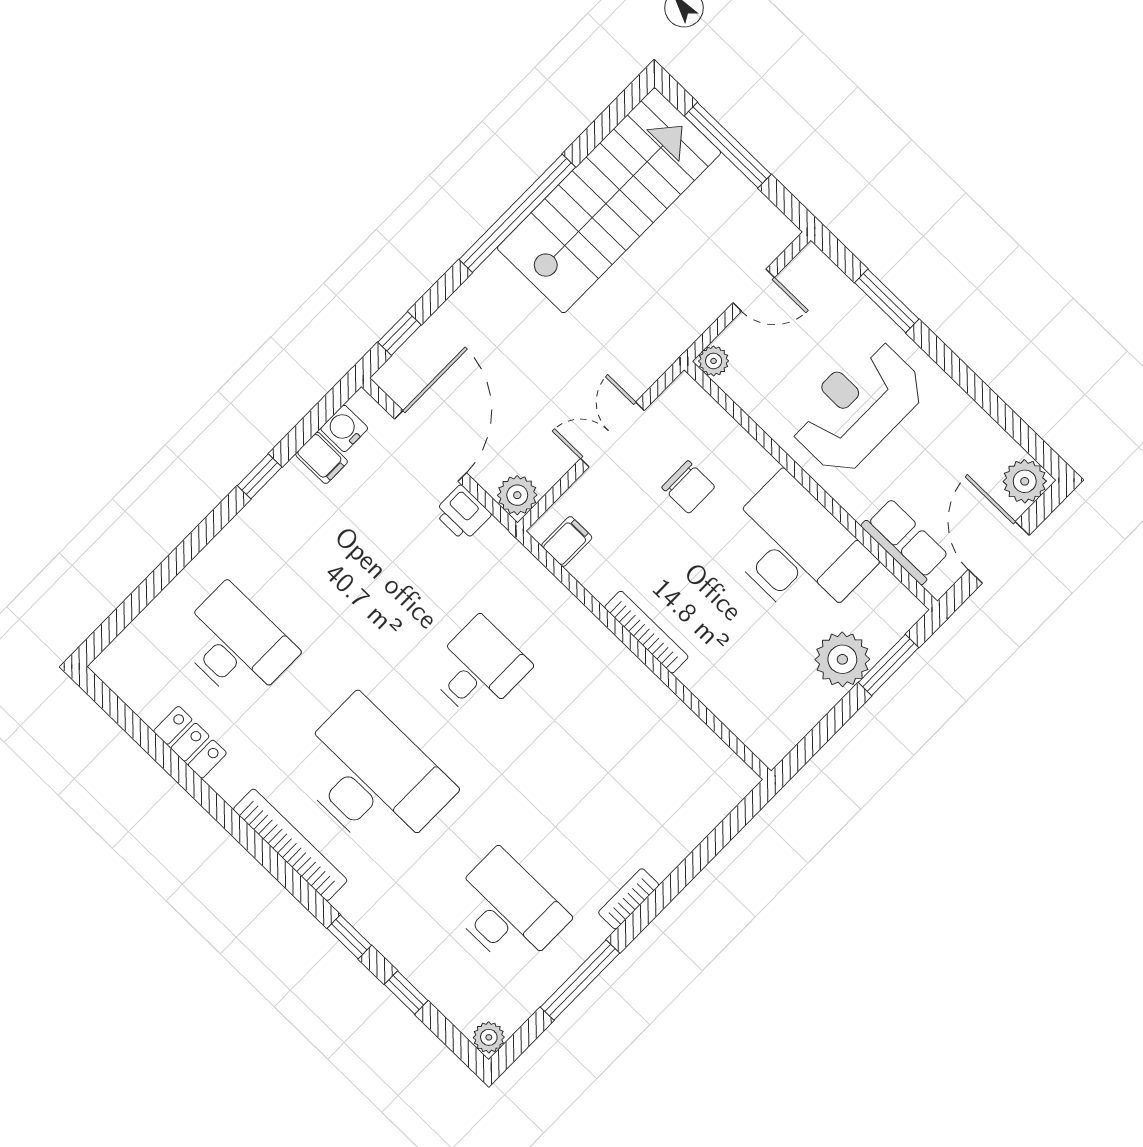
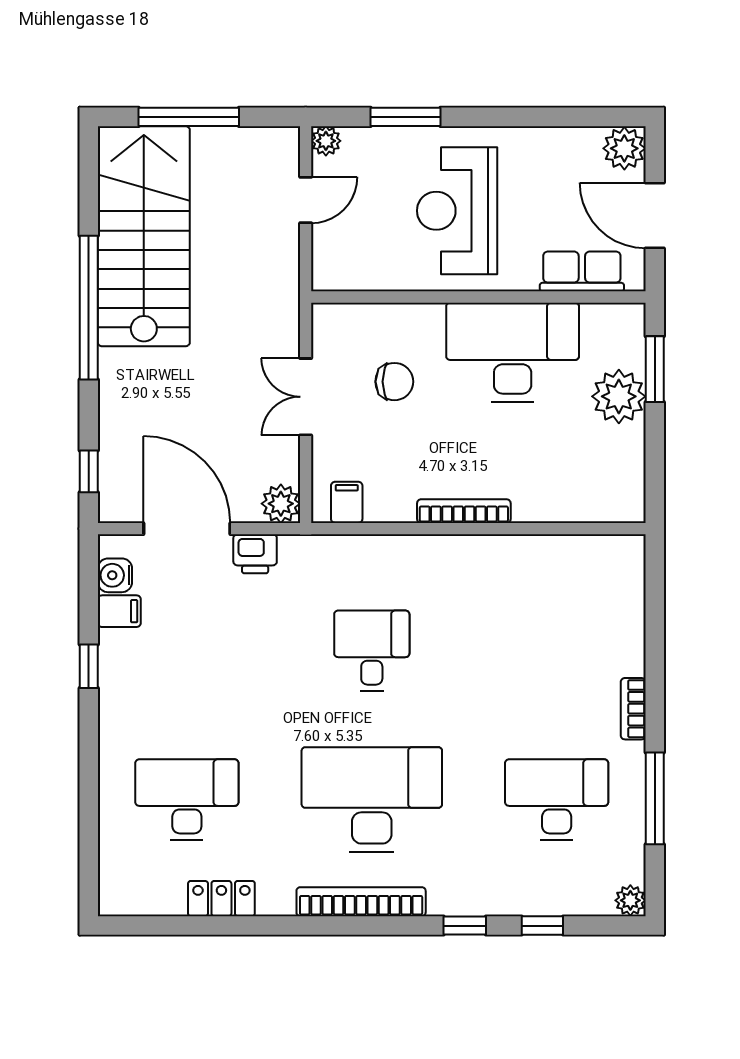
plant: (714, 361) -> (326, 141), moved

